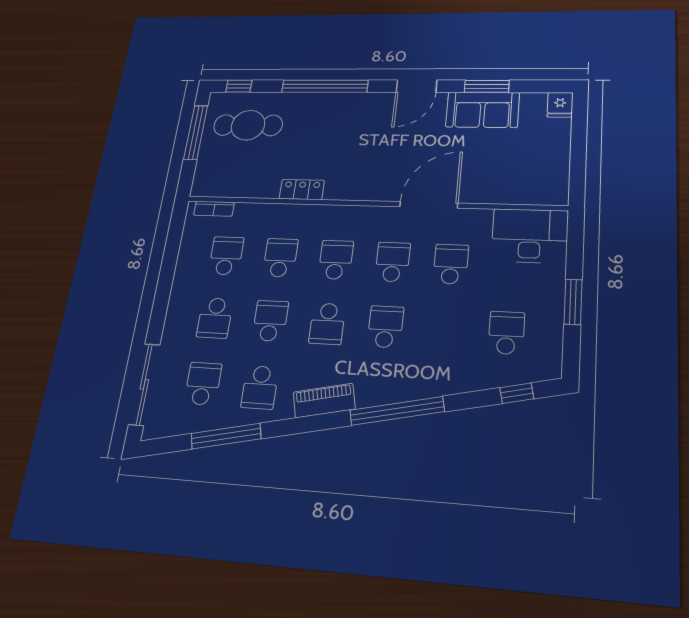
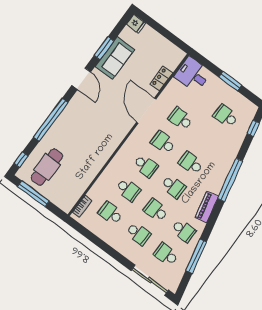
locker: (302, 190) -> (161, 79), moved
desk: (530, 236) -> (193, 75), width x0.73
school desk: (280, 258) -> (128, 190), turned 180
school desk: (336, 260) -> (146, 166), turned 180

